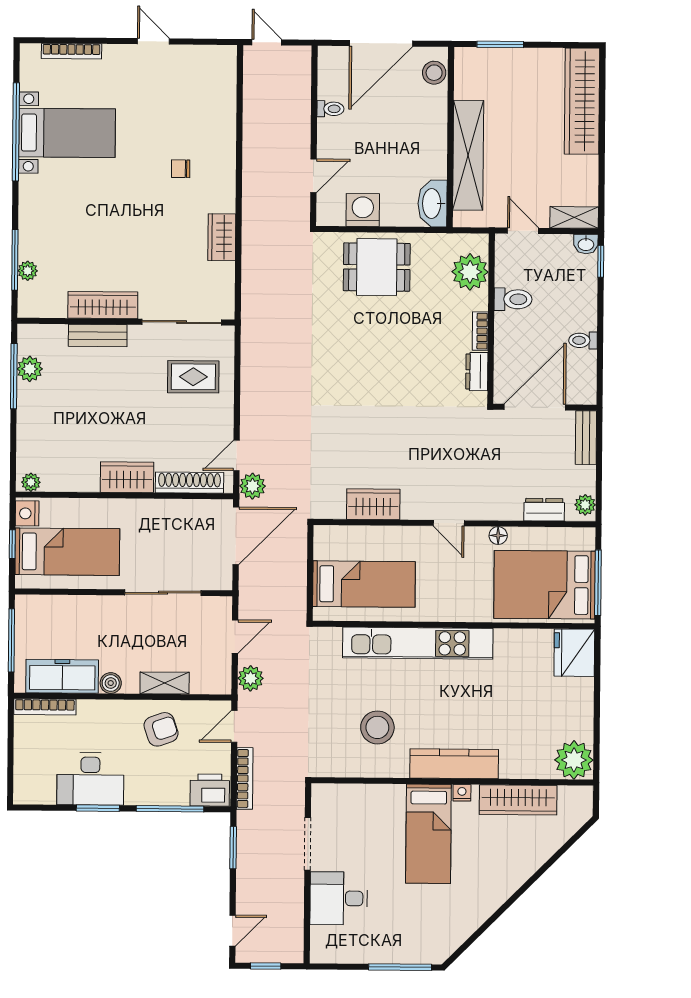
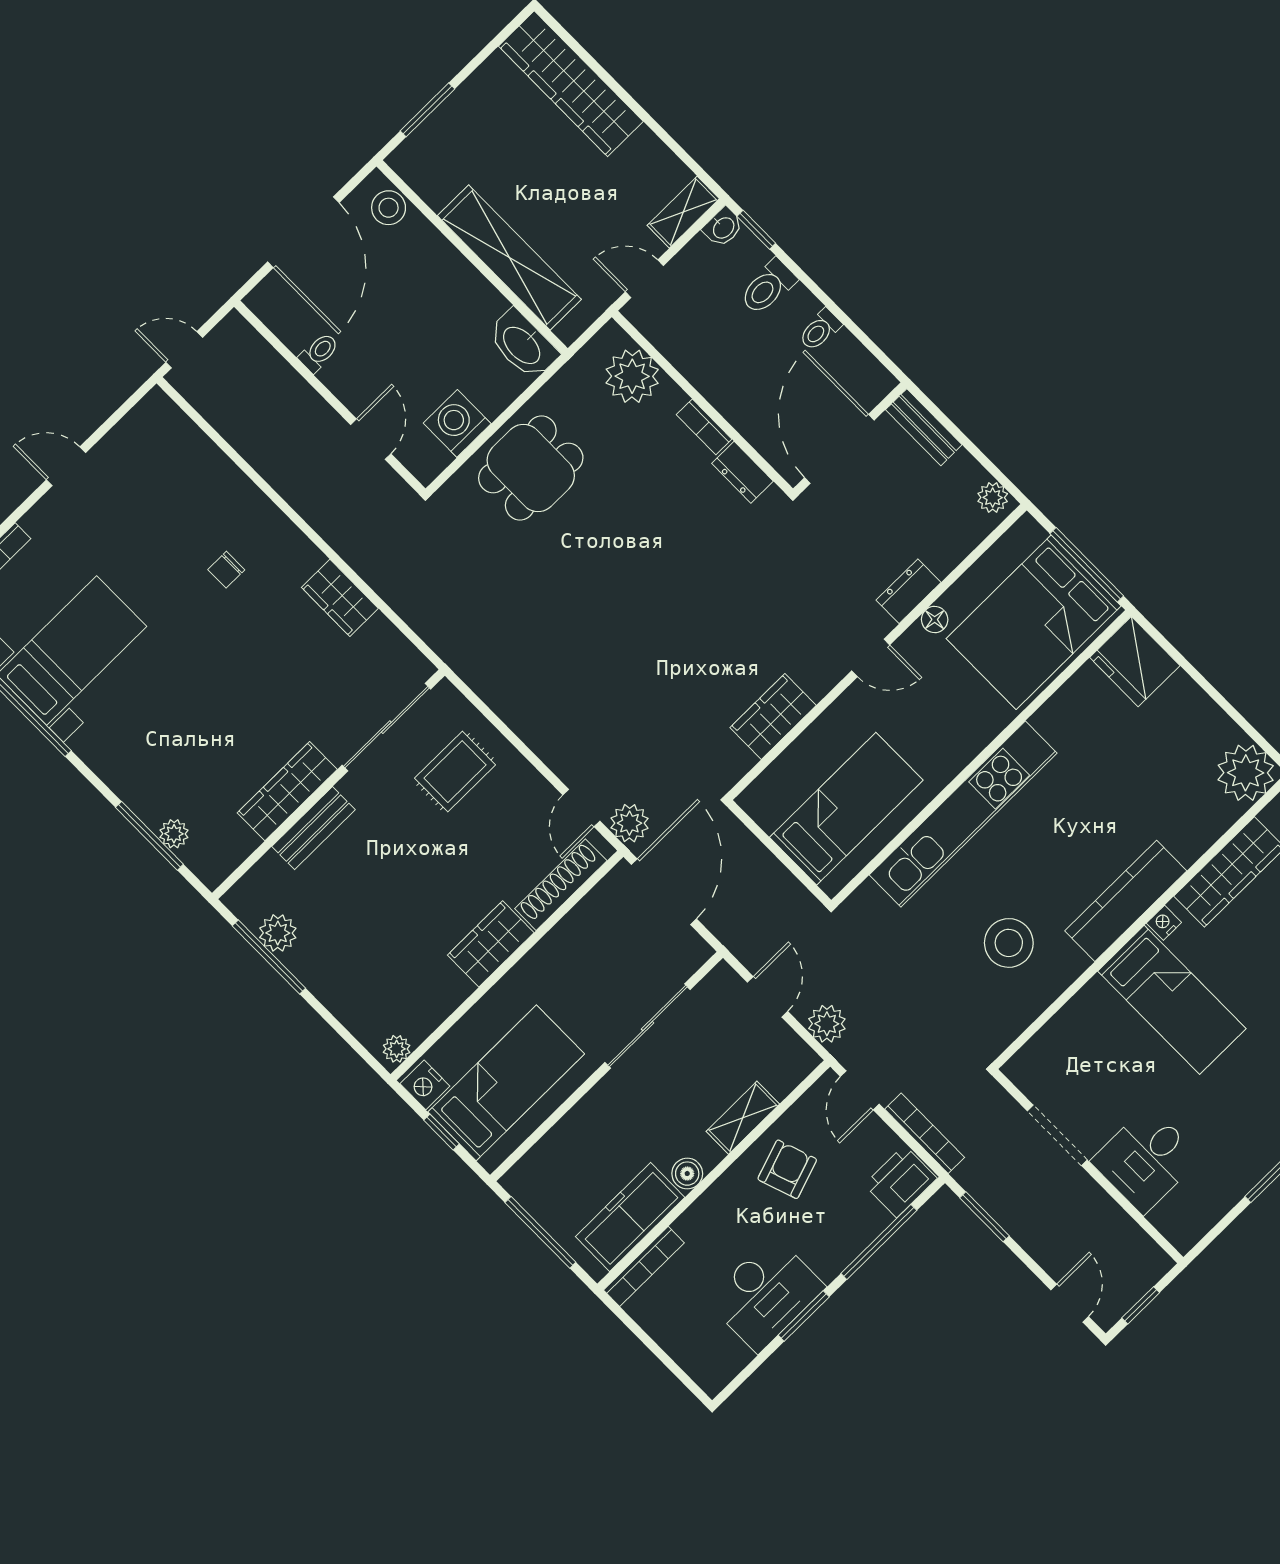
toilet: (513, 299) -> (768, 287), moved, turned 180
dresser: (544, 510) -> (908, 591), moved

